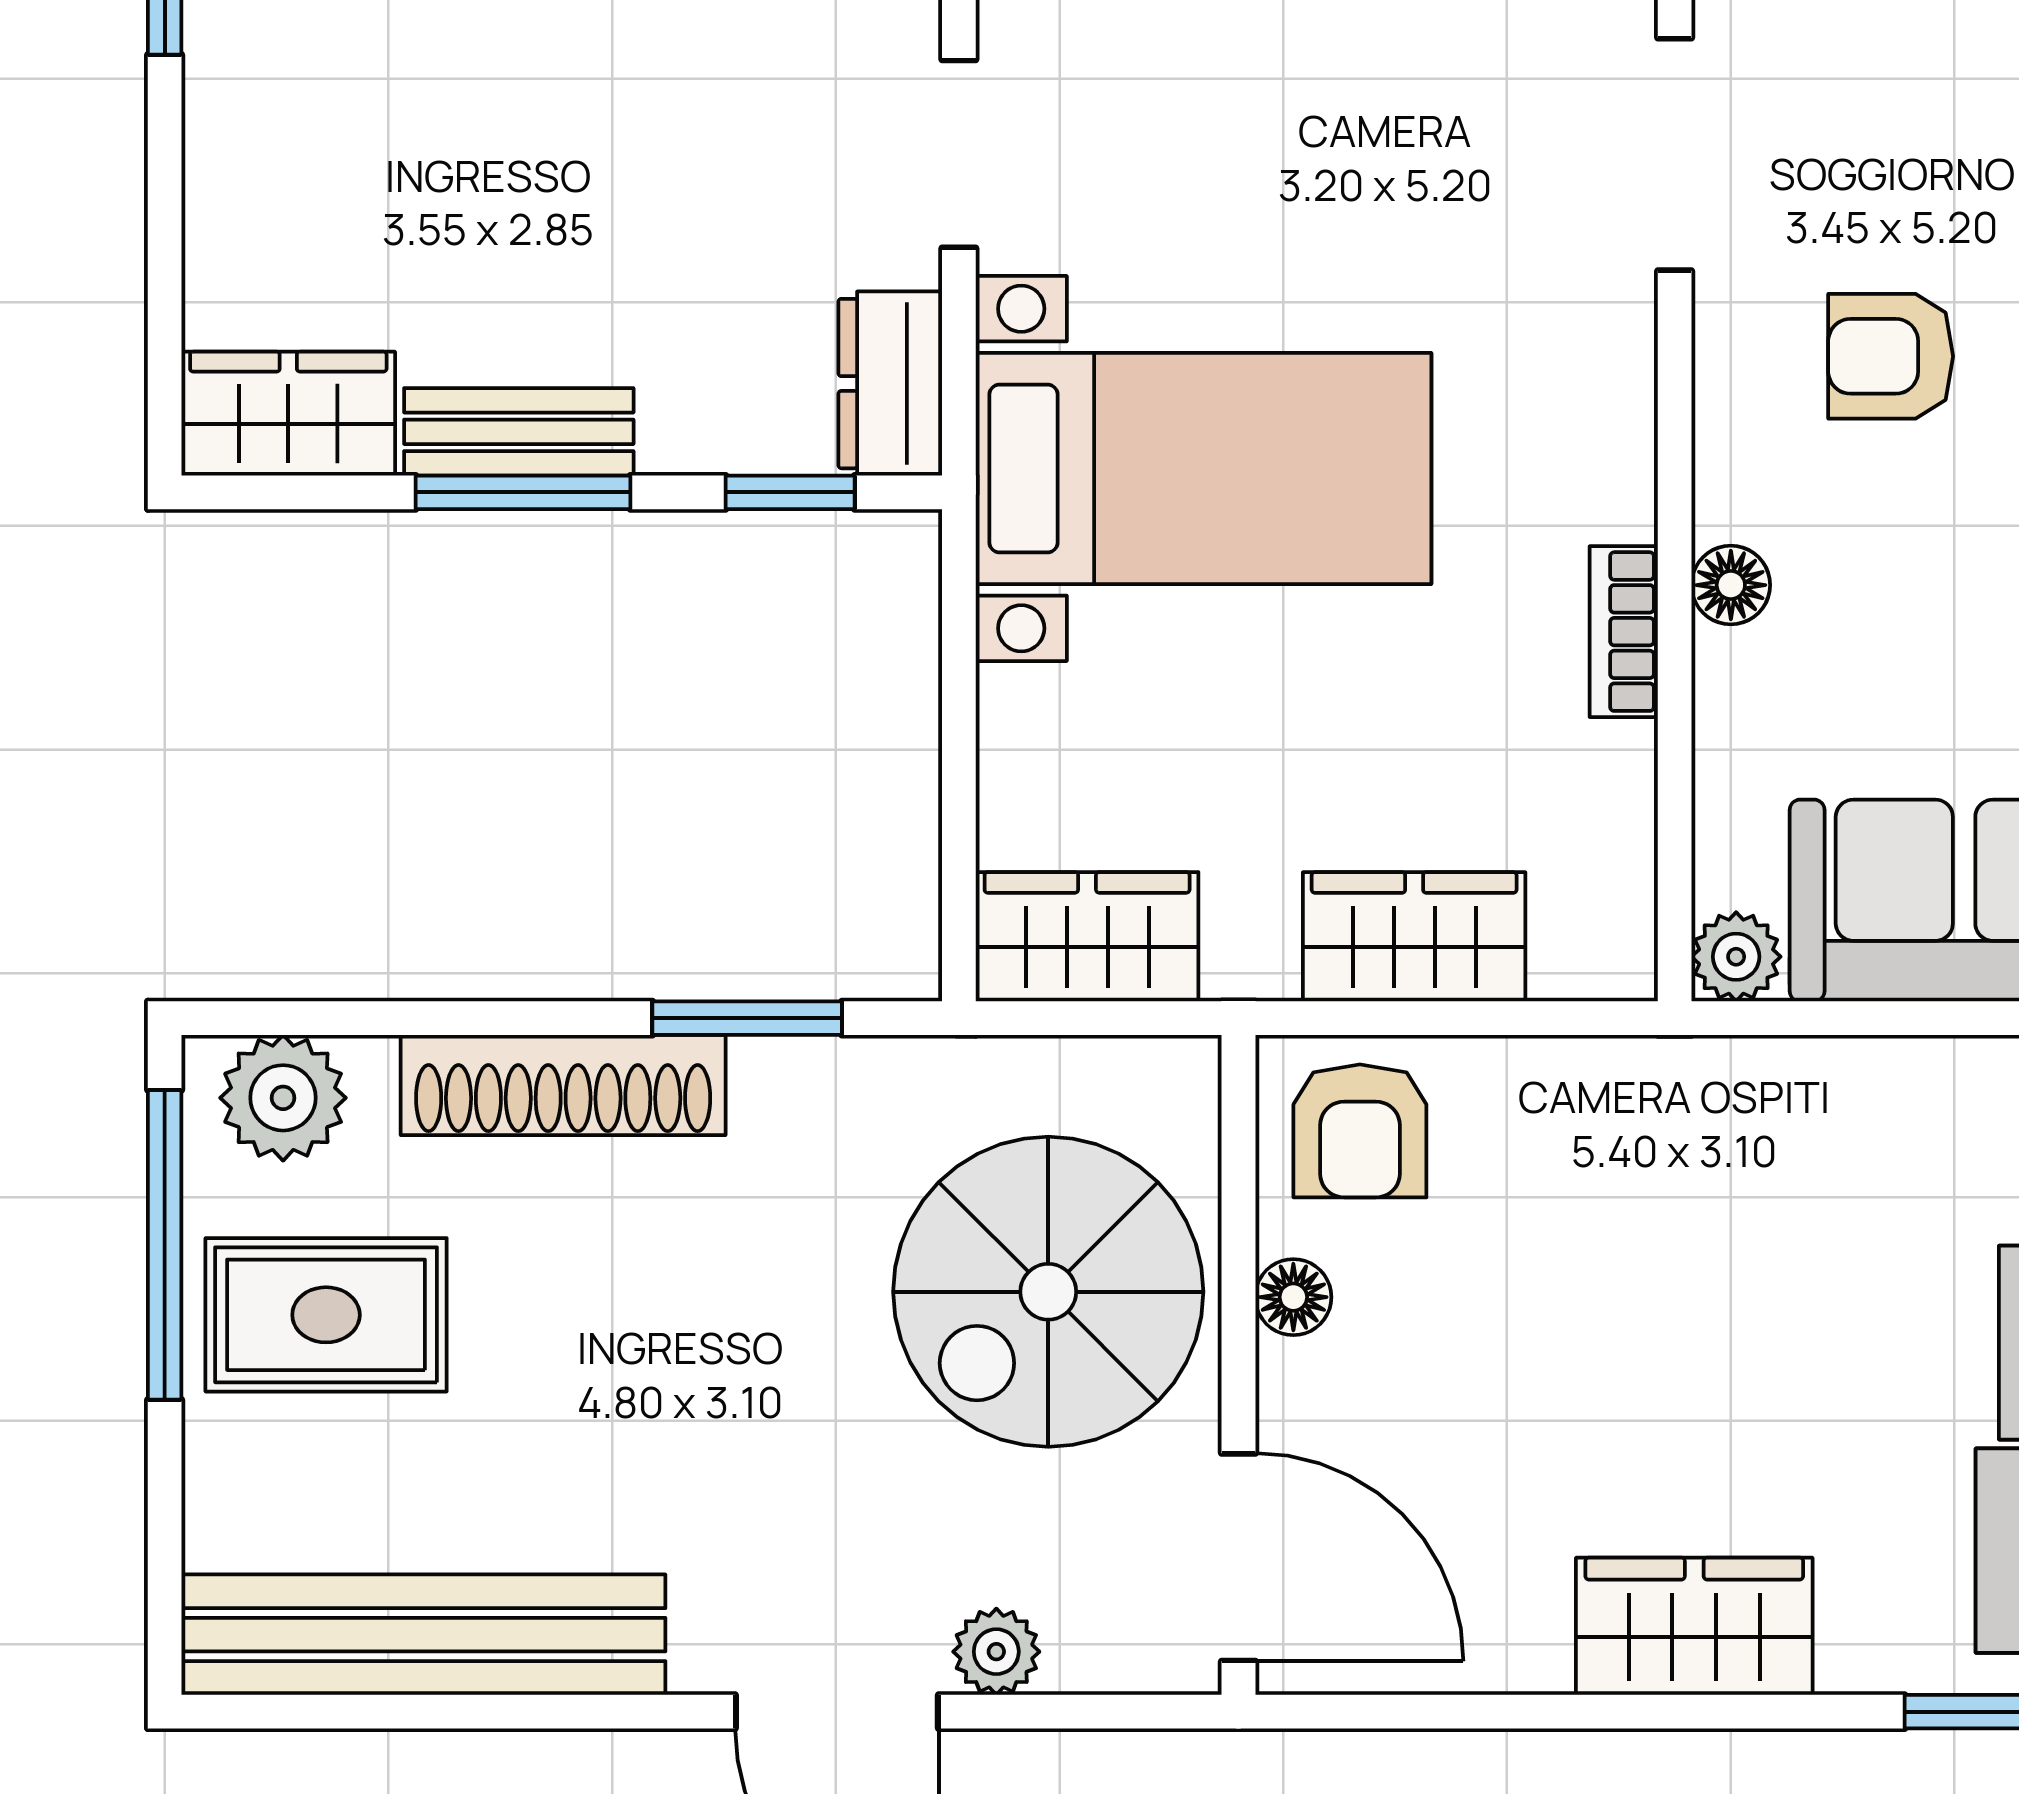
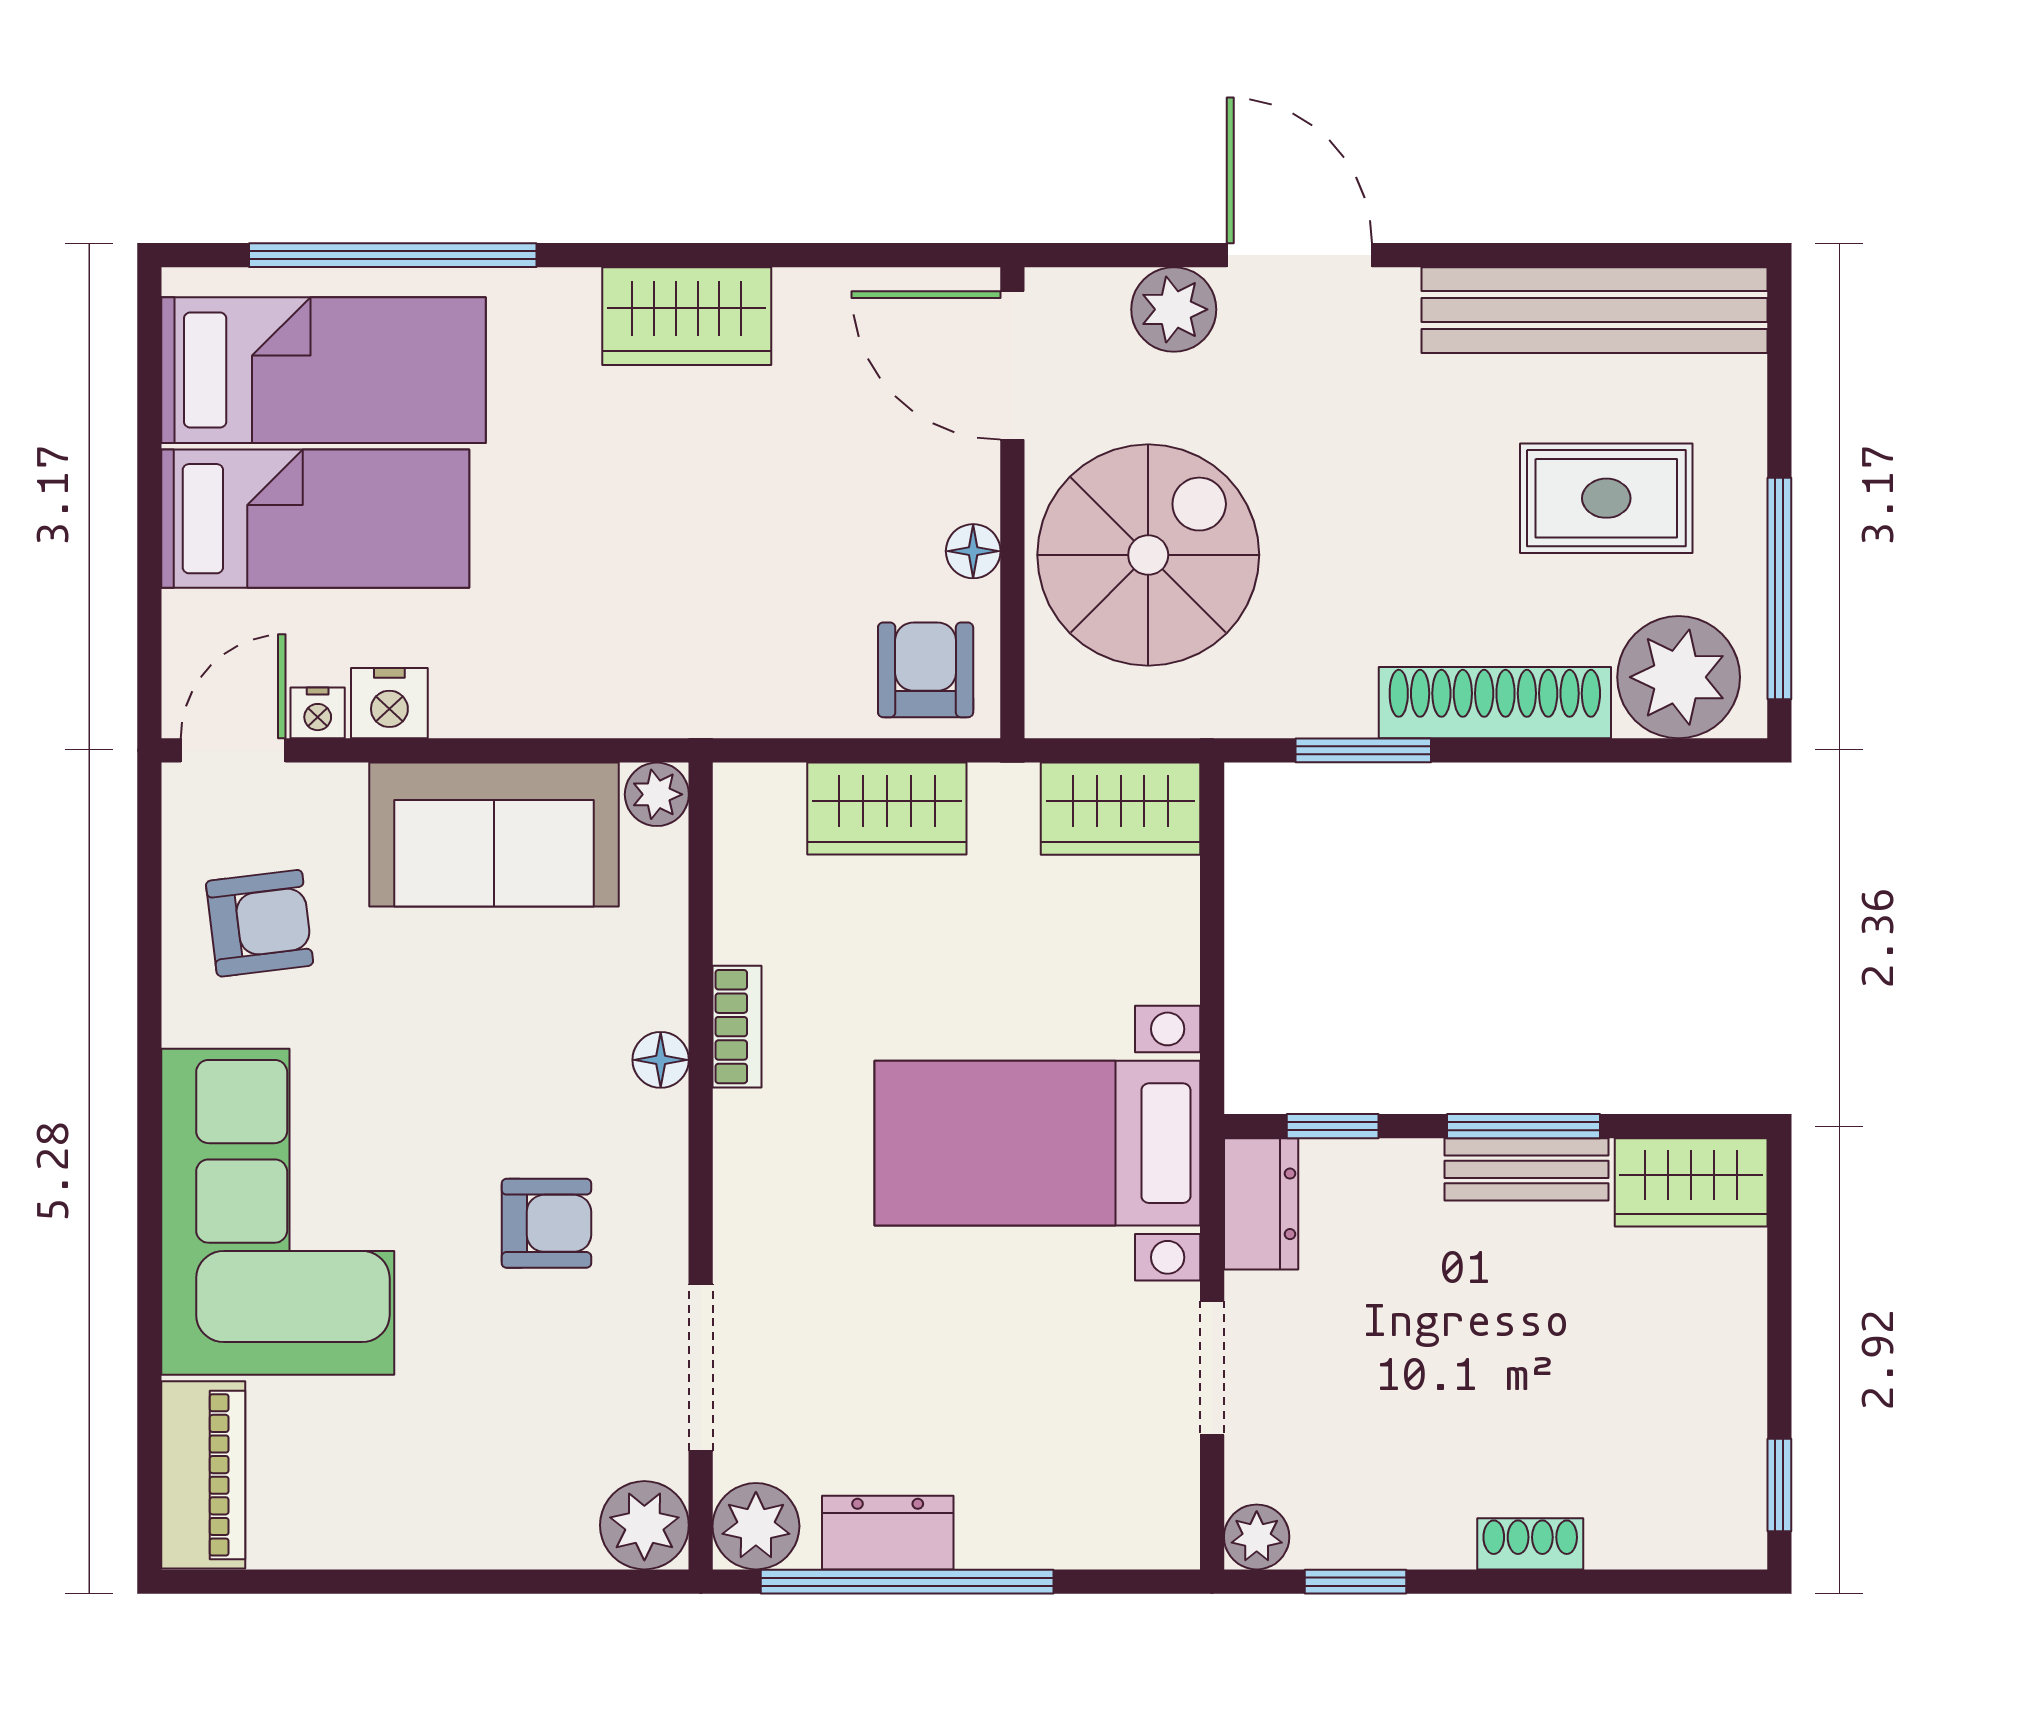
plant: (283, 1098) -> (1679, 677), width x1.36, depth x1.36
rug: (326, 1315) -> (1606, 498), moved
plant: (996, 1652) -> (1174, 309), width x1.38, depth x1.38

